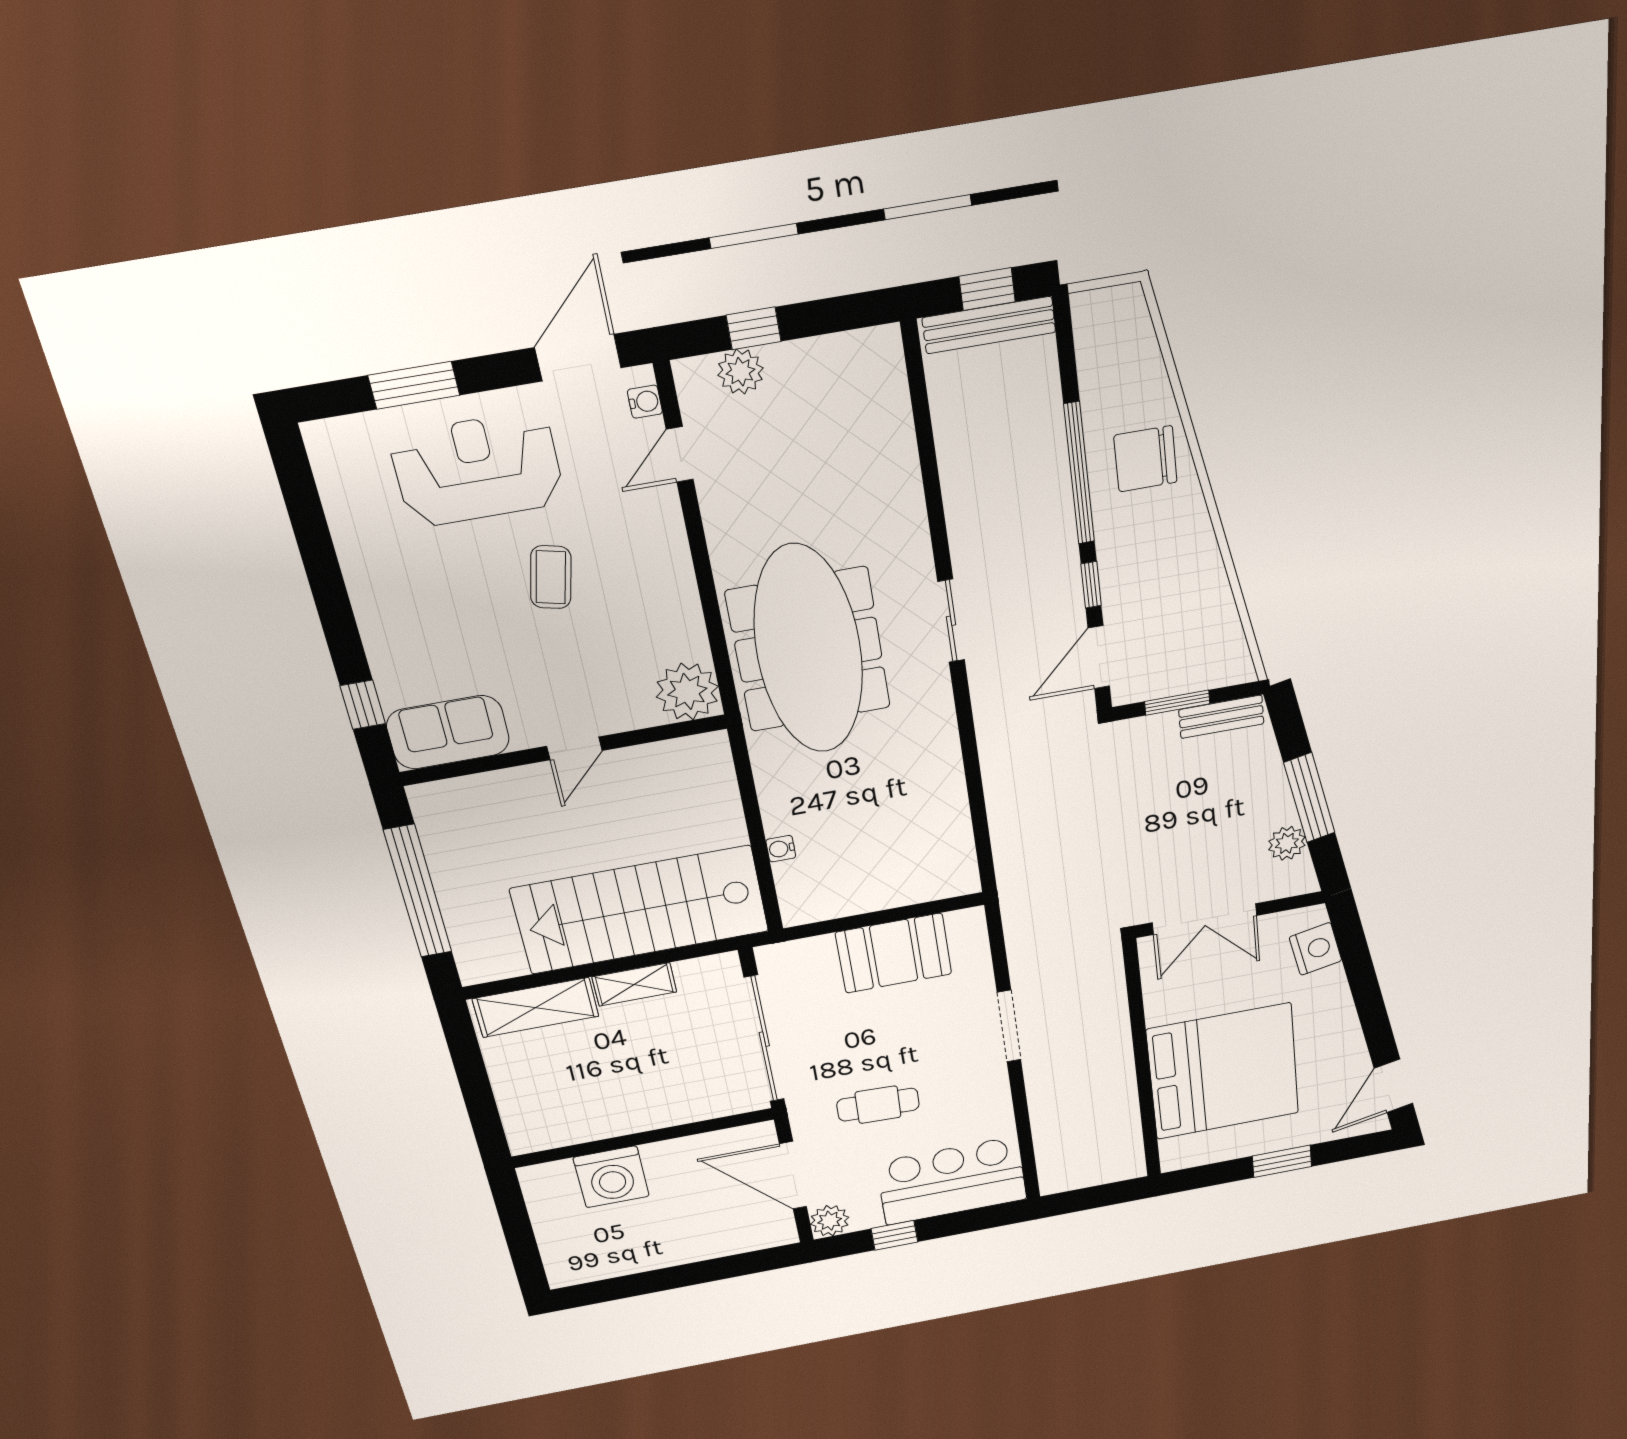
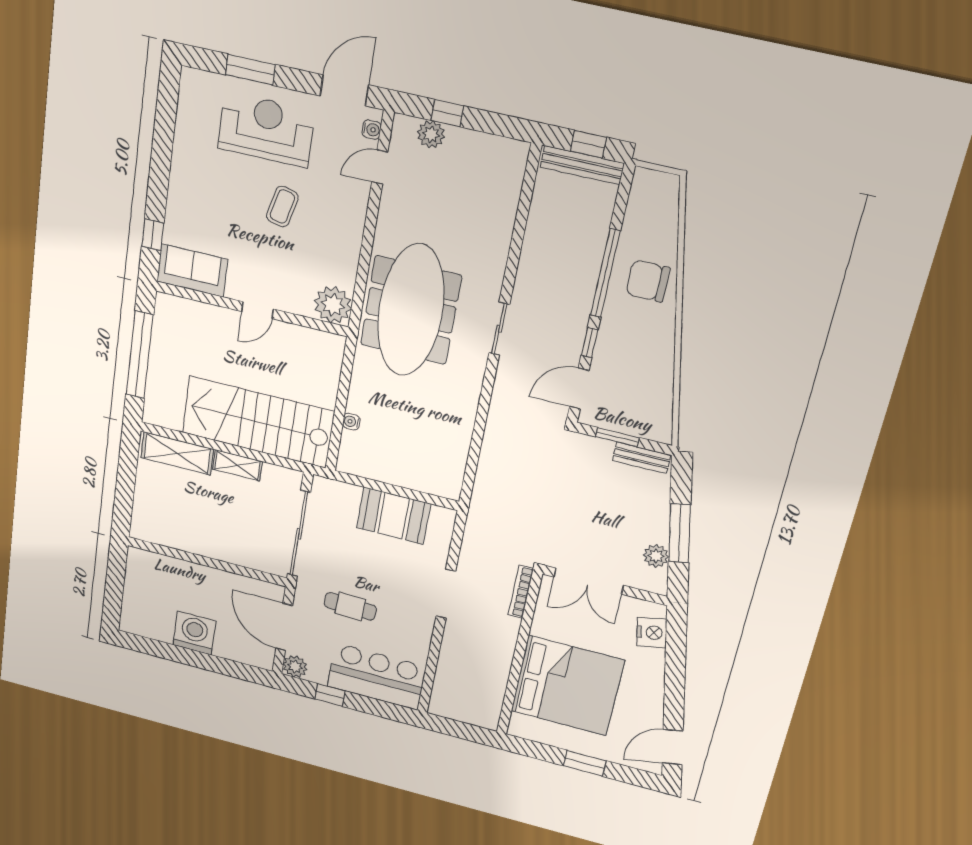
bookcase: (1114, 976) -> (521, 592), added
washing machine: (611, 1177) -> (194, 633), moved, turned 180

